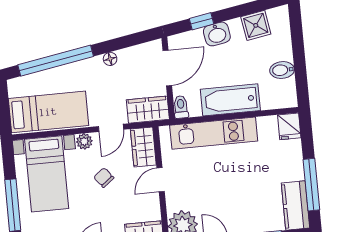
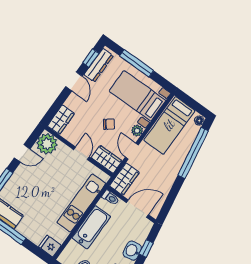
floor lamp: (110, 59) -> (199, 121), moved
door: (167, 68) -> (137, 209), swing flipped

